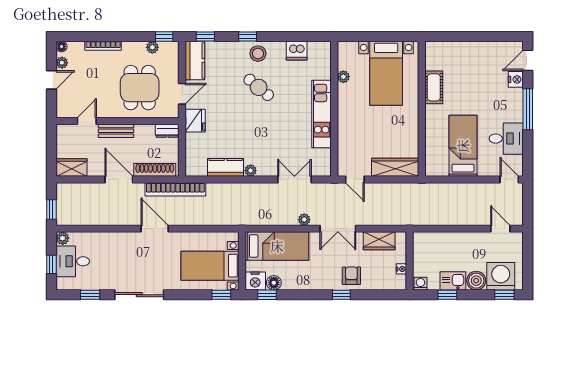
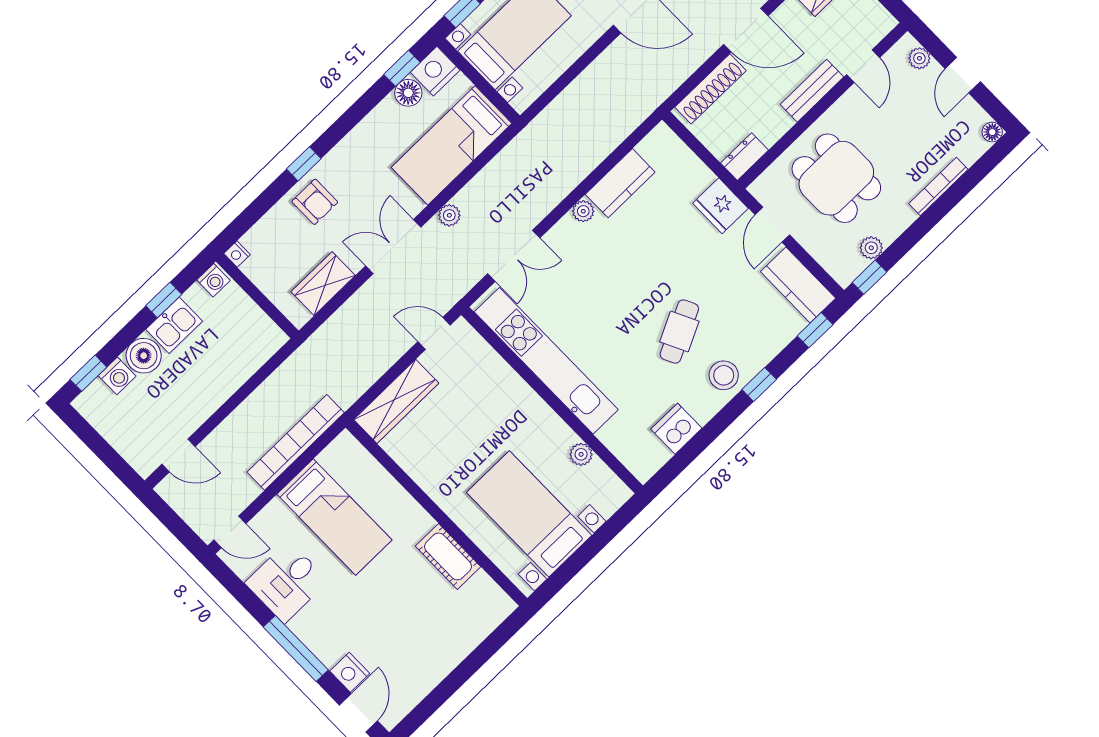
plant: (62, 63) -> (919, 58), moved
cafe table: (259, 87) -> (679, 332), turned -66
kitchen unit: (322, 114) -> (546, 361), width x1.36
bookcase: (175, 189) -> (296, 442), moved
nightstand: (401, 269) -> (237, 254), moved
washing machine: (501, 276) -> (117, 376), width x0.53, depth x0.53

